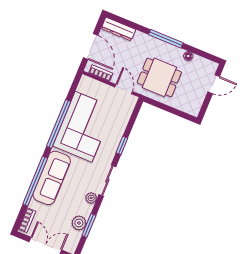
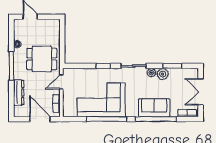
dresser: (118, 29) -> (19, 93), moved
door: (91, 46) -> (40, 119), hinge flipped
dining table: (159, 77) -> (42, 59), turned 90
sofa: (52, 178) -> (154, 108), width x0.73
plant: (79, 223) -> (163, 74), moved

